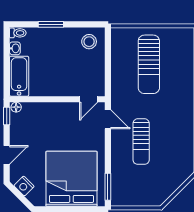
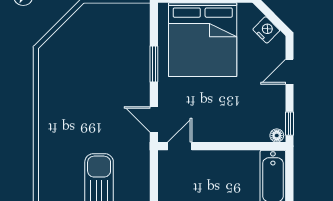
sun lounger: (141, 142) -> (109, 89), removed
window: (108, 187) -> (154, 64), moved

